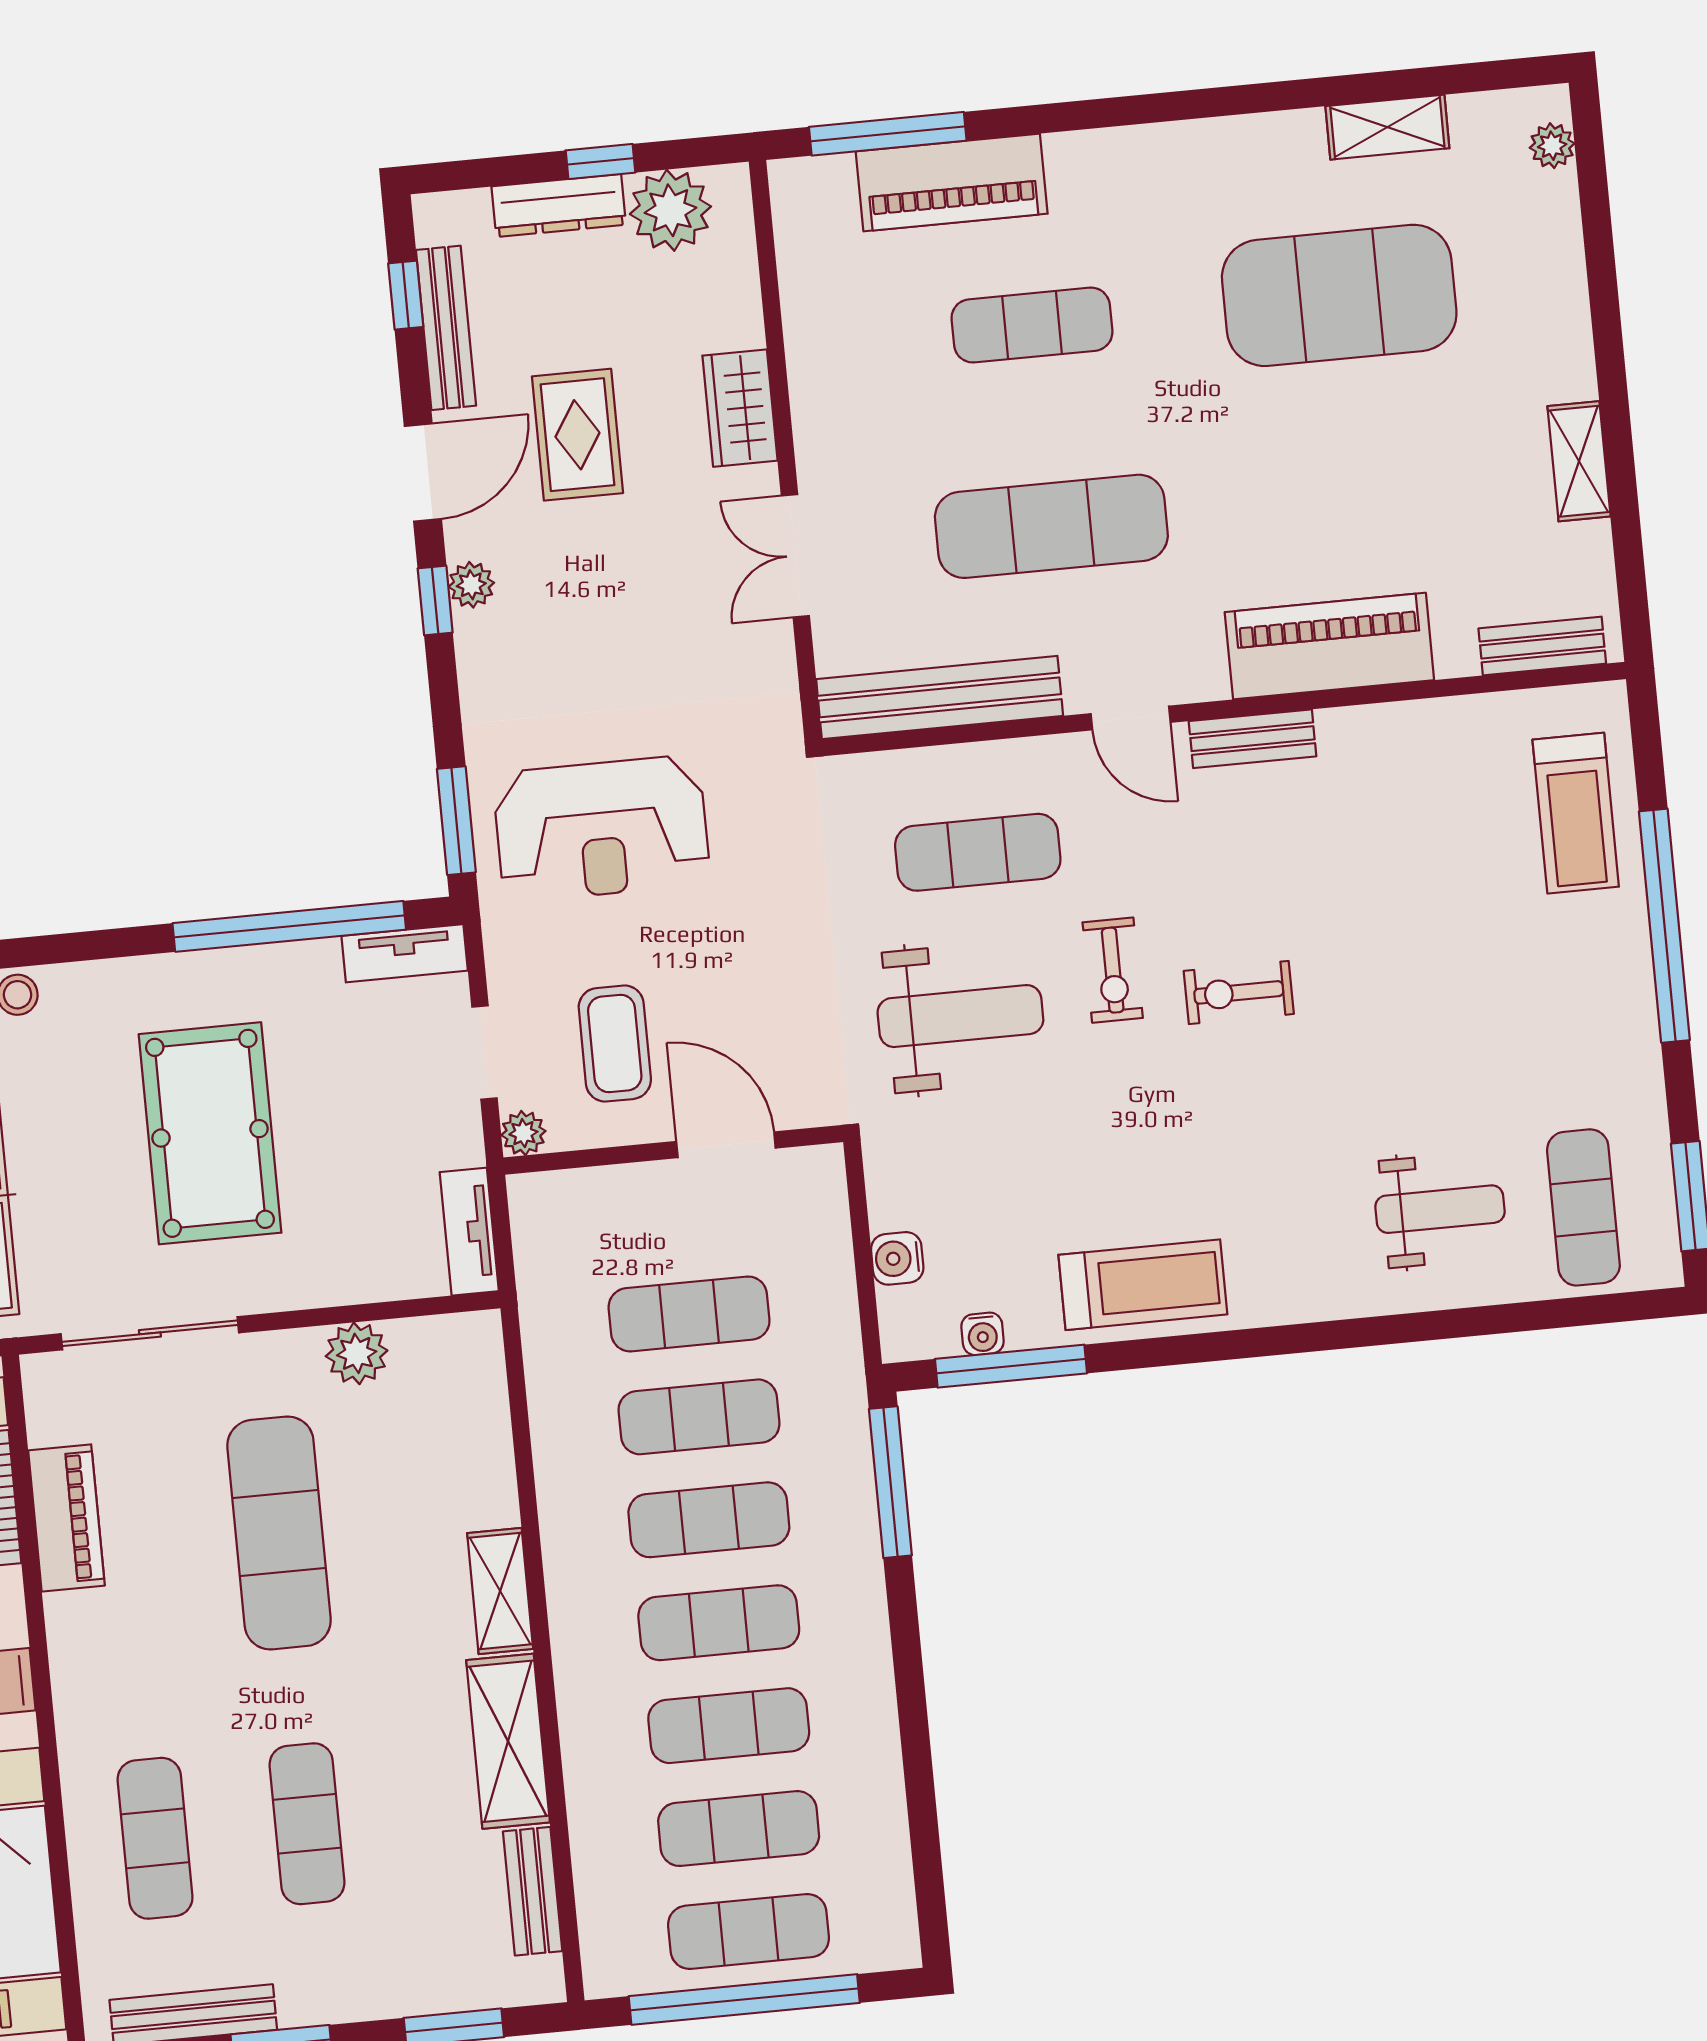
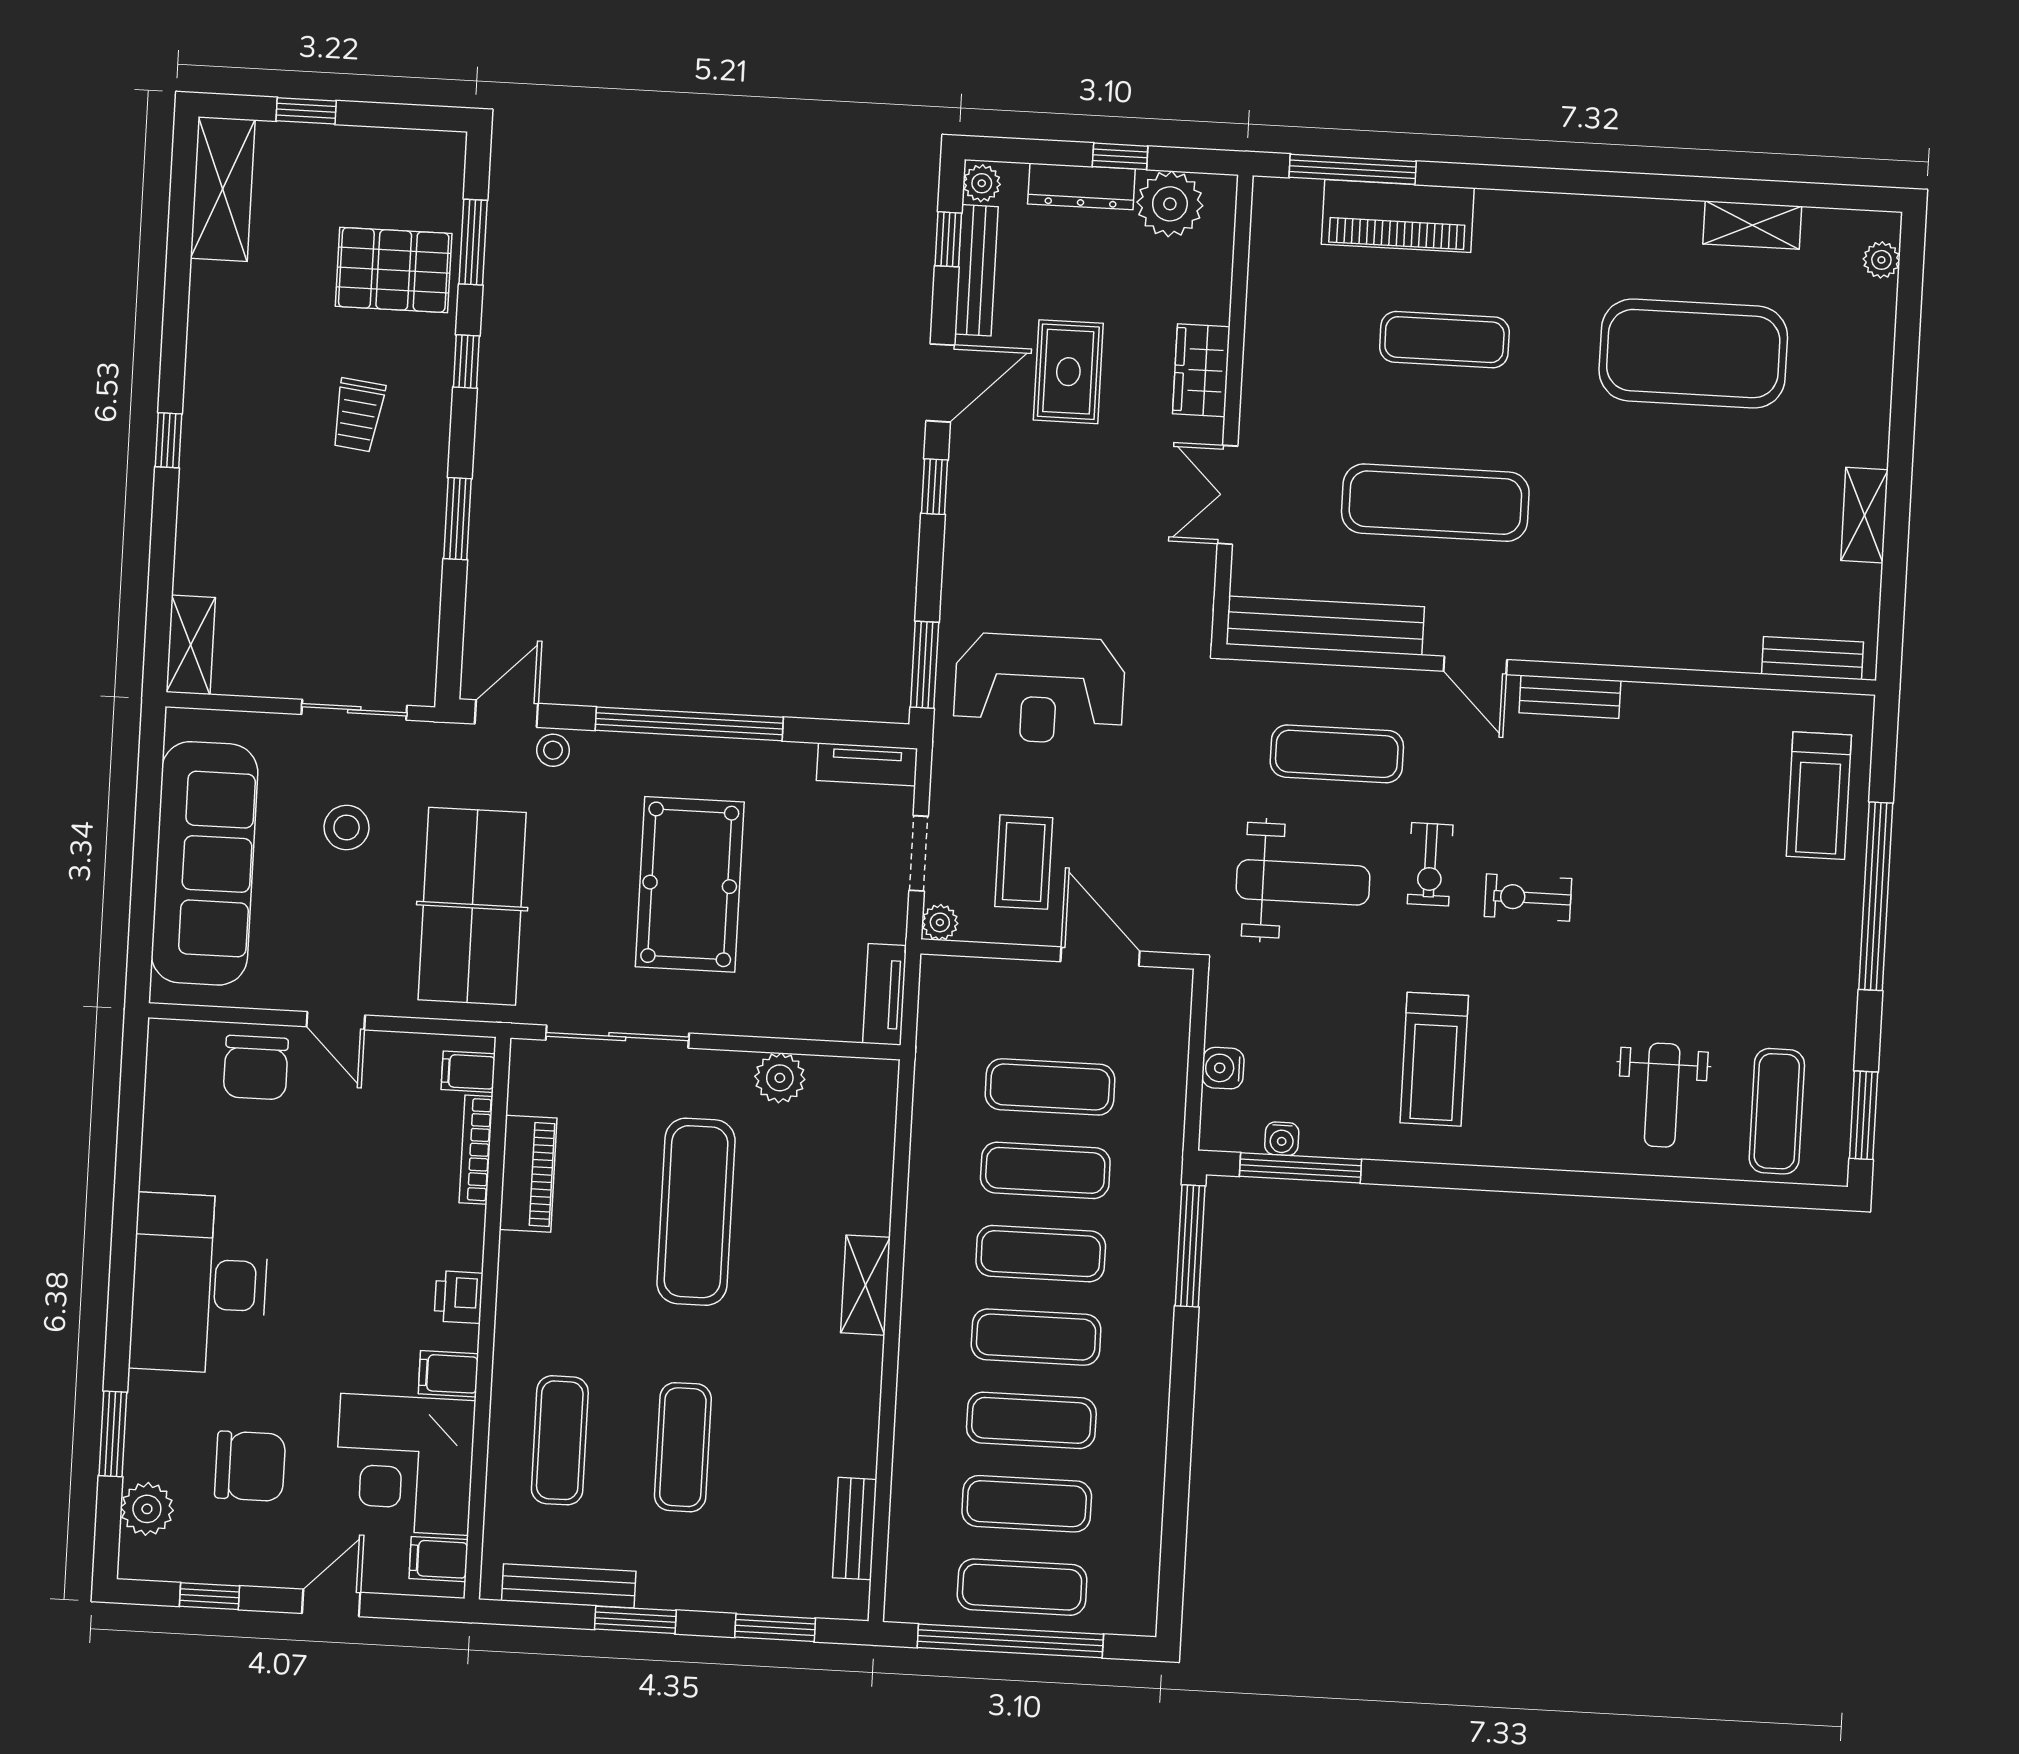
plant: (471, 585) -> (982, 183), moved
piano: (1329, 646) -> (1643, 632), removed
window: (289, 926) -> (689, 724), moved
weight bench: (1440, 1209) -> (1662, 1095), turned 90
treadmill: (1143, 1285) -> (1434, 1059), moved, turned 90
shelving: (508, 1741) -> (853, 1406), removed

